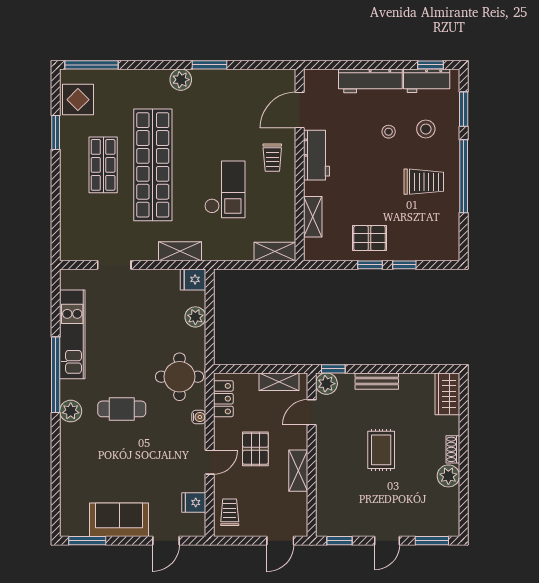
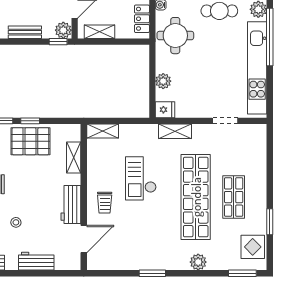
window: (91, 65) -> (242, 273), width x0.69
plant: (181, 80) -> (198, 262), moved
workbench: (370, 81) -> (36, 261), width x0.73
trolley: (272, 158) -> (105, 203), turned 180
pallet: (369, 238) -> (30, 141), width x1.50, depth x1.42
kitchen unit: (72, 334) -> (257, 68), width x1.36

